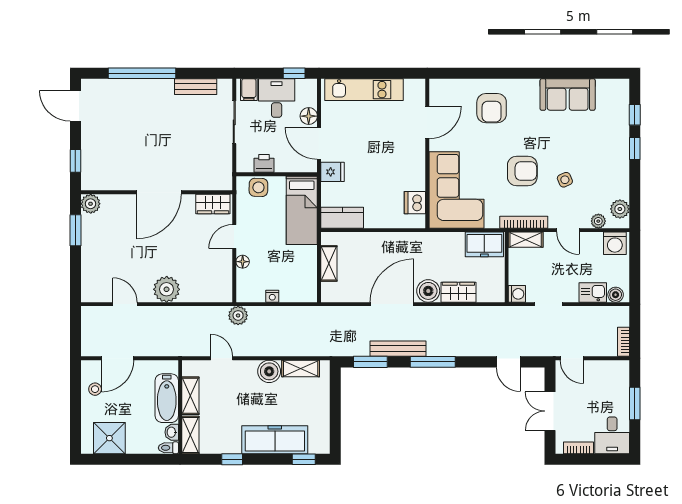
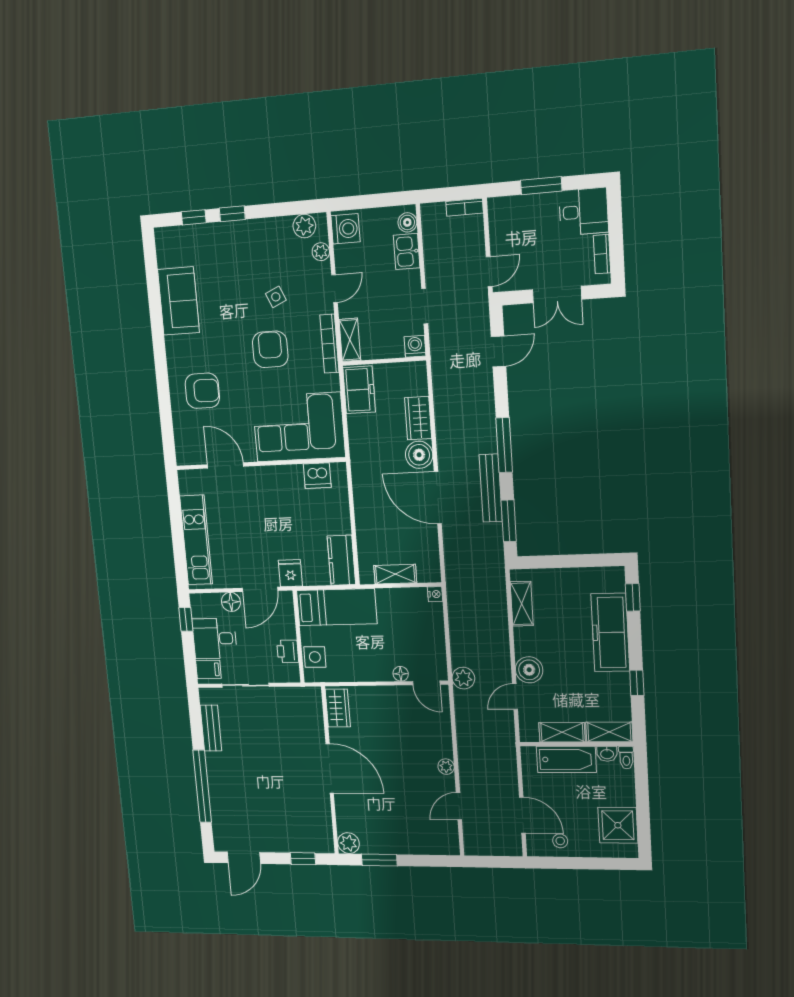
door: (234, 236) -> (426, 683), moved
plant: (167, 289) -> (446, 767), width x0.53, depth x0.53
nightstand: (272, 296) -> (435, 594), moved
boiler: (269, 371) -> (529, 670), moved

